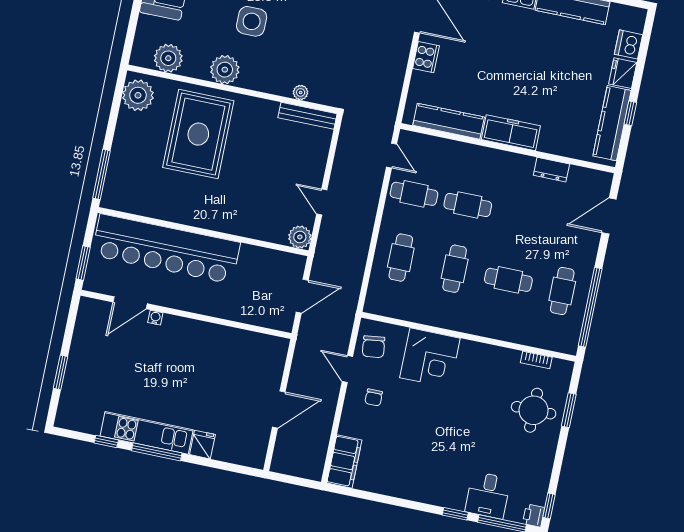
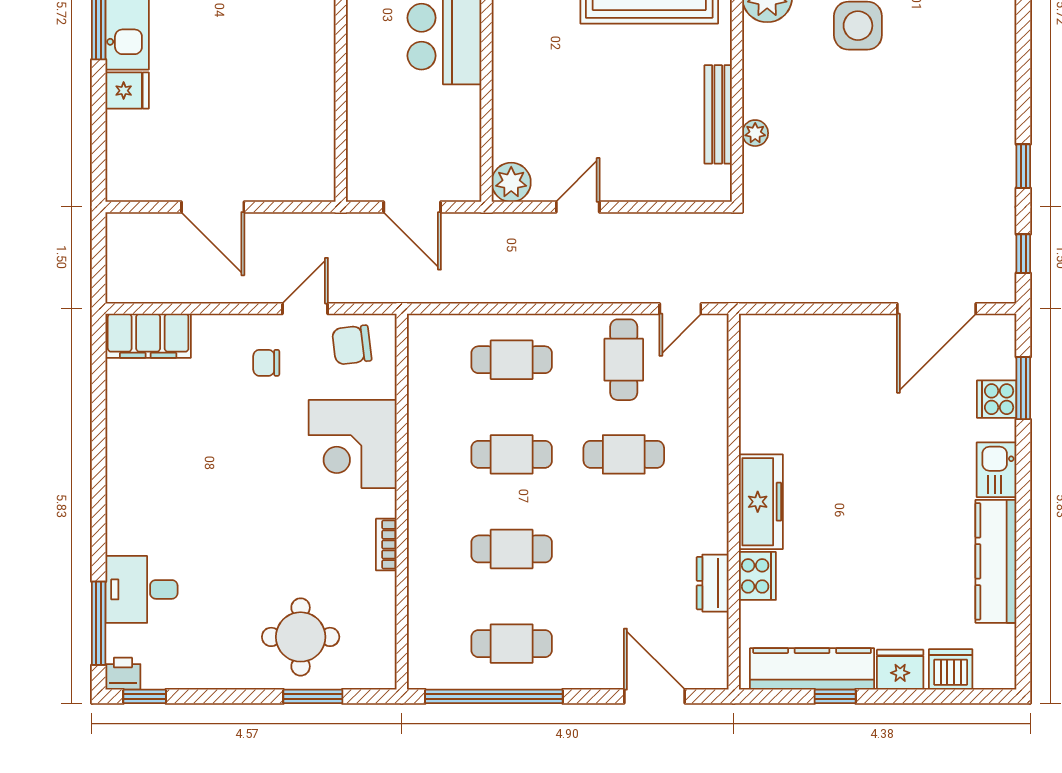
cooker: (426, 57) -> (757, 576), moved, turned -90
bench: (307, 116) -> (718, 114), moved
kitchen counter: (449, 121) -> (758, 393), removed
cafe table: (468, 205) -> (624, 454), turned 90
cafe table: (508, 280) -> (512, 549), turned 90
bookcase: (536, 360) -> (386, 545), moved
window: (455, 514) -> (99, 541), removed

